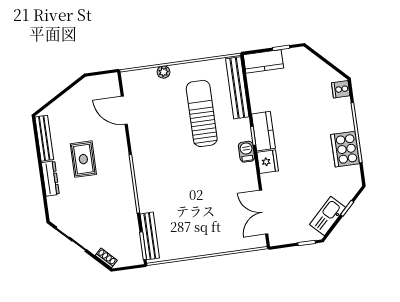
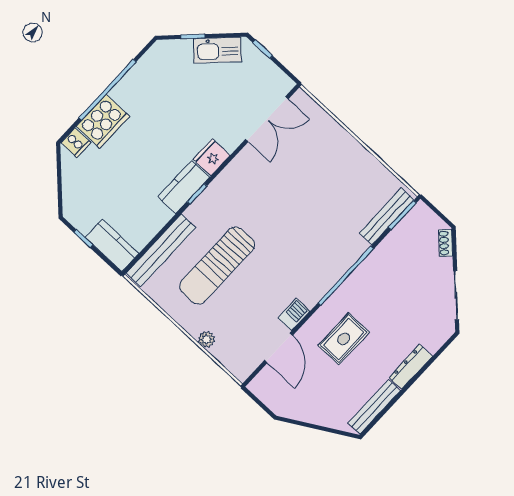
cooker: (345, 149) -> (103, 121), moved
barbecue: (246, 152) -> (294, 314), moved, turned 180
rug: (83, 159) -> (344, 339), moved

